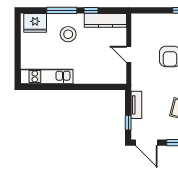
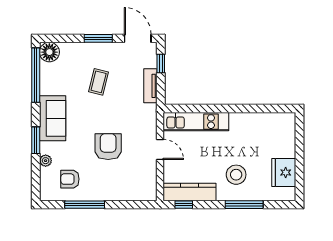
window: (91, 10) -> (184, 205), moved
fridge: (35, 23) -> (284, 172), moved, turned -90
kitchen unit: (47, 76) -> (196, 122), moved

